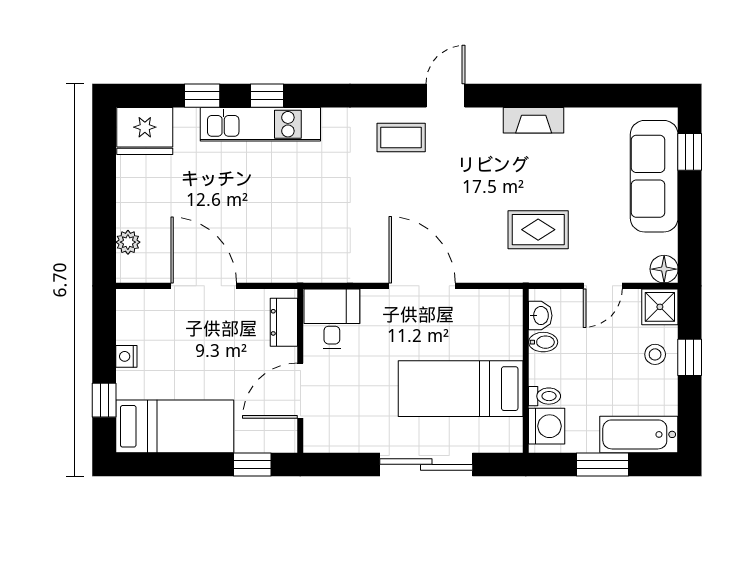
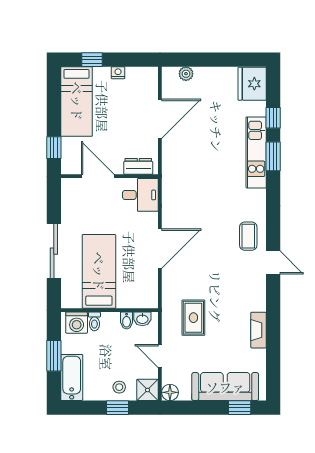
window: (267, 96) -> (273, 156), width x1.50
fireplace: (534, 120) -> (258, 330), moved

